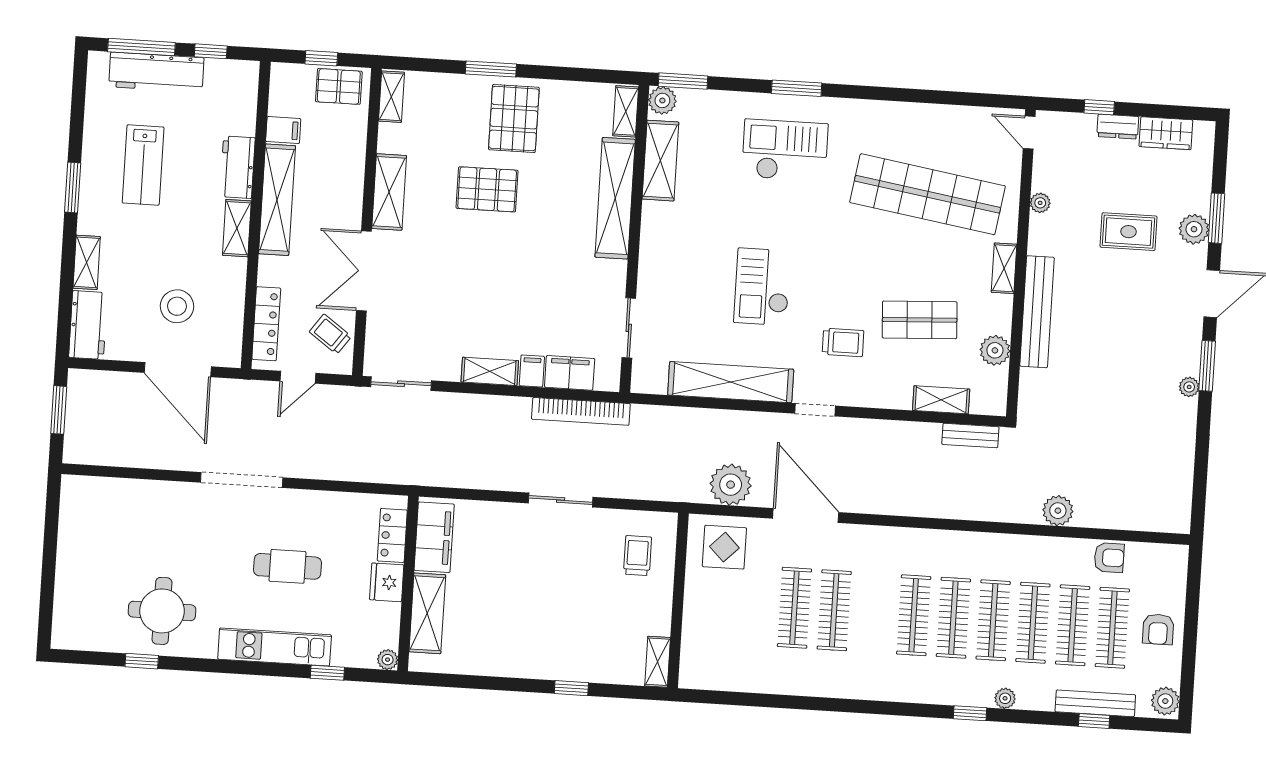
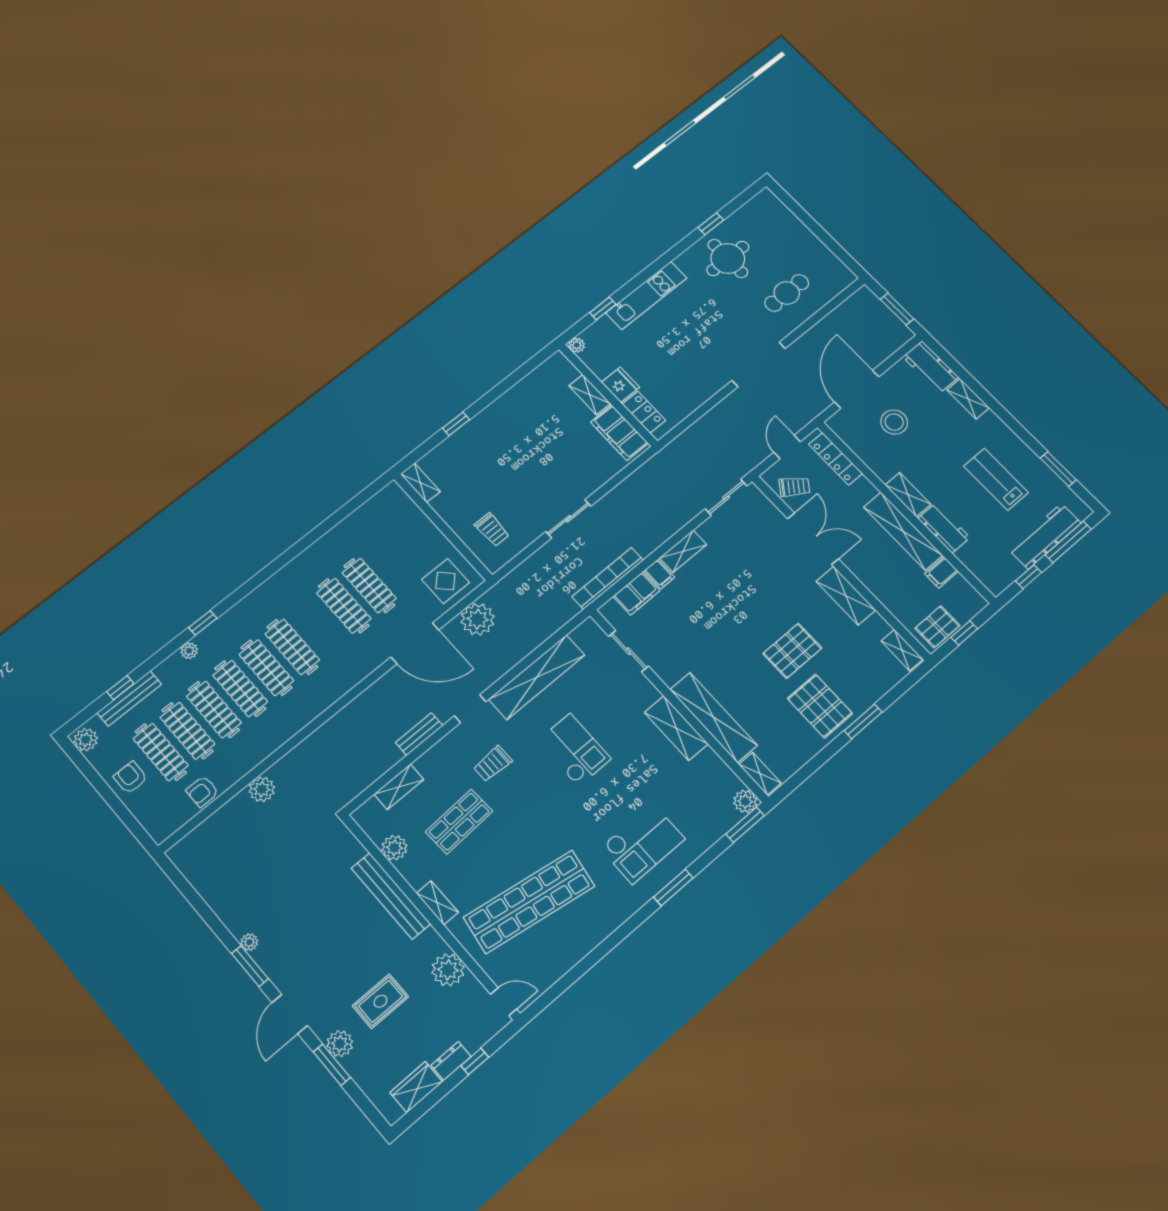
shelving: (660, 161) -> (676, 728), moved
window: (73, 187) -> (1058, 469), moved
plant: (1040, 203) -> (448, 970), width x1.88, depth x1.88
door: (178, 370) -> (857, 389), hinge flipped
bench: (970, 436) -> (419, 734), moved
cafe table: (288, 566) -> (787, 293), moved
shelving: (427, 613) -> (590, 395), width x0.67, depth x0.75

